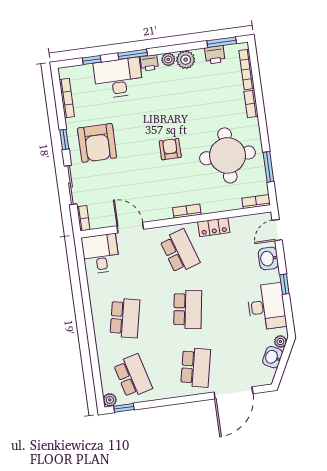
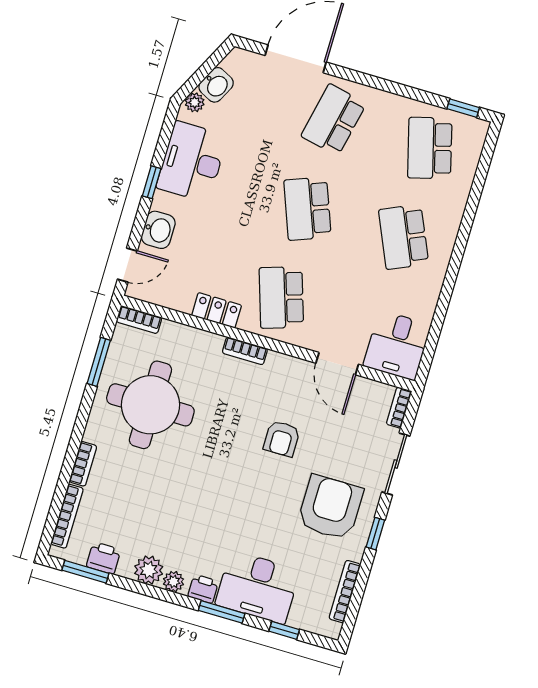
armchair: (170, 149) -> (282, 439), moved
school desk: (188, 309) -> (307, 209), turned -30
school desk: (125, 318) -> (404, 237), turned -36
plant: (110, 400) -> (478, 129), removed

